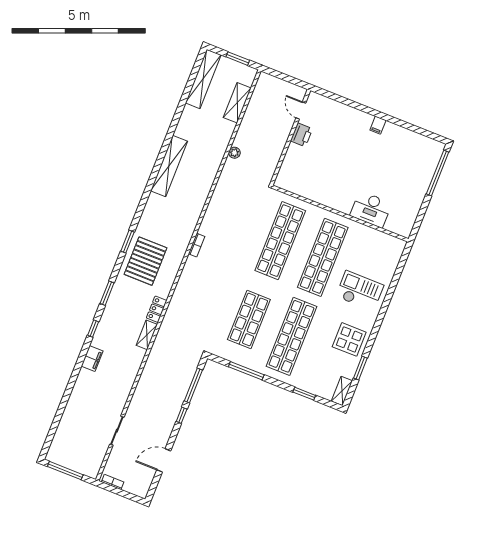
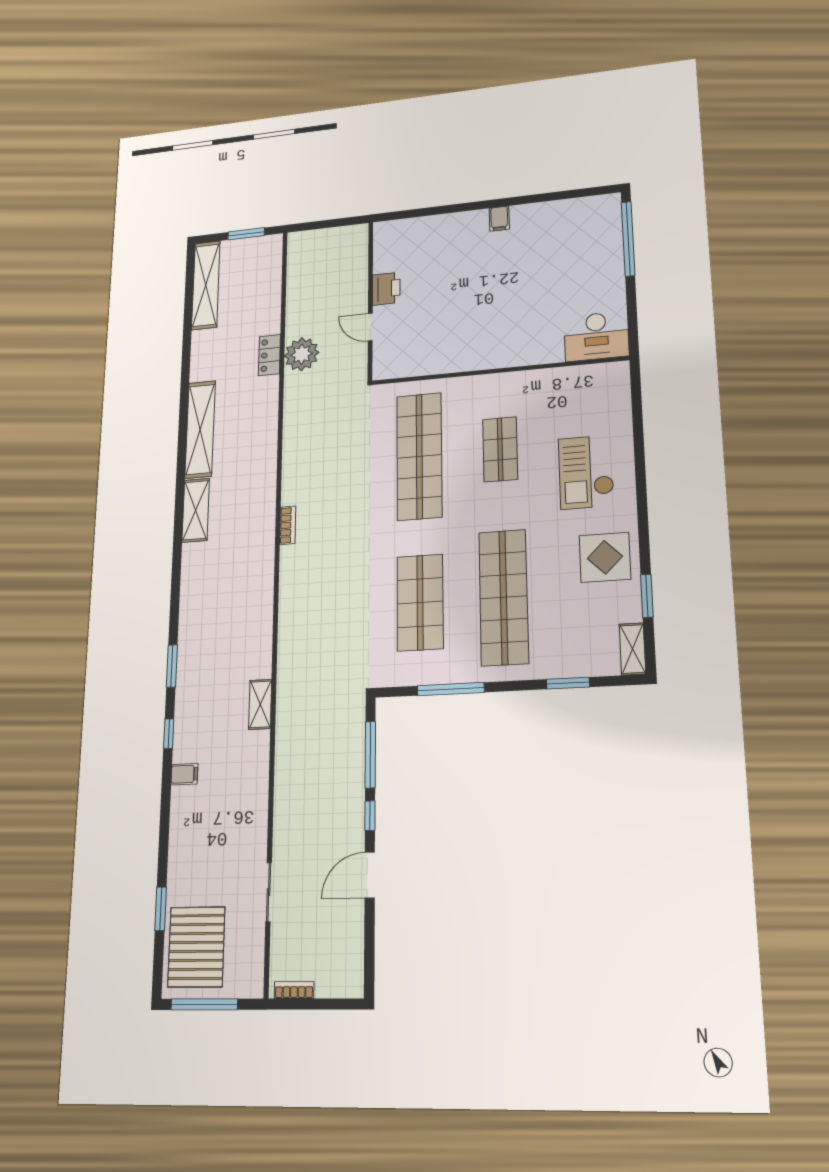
shelving: (237, 103) -> (196, 510), moved
door: (301, 110) -> (370, 327), moved
plant: (234, 153) -> (302, 354), width x1.87, depth x1.87
desk: (371, 209) -> (596, 336), moved
window: (127, 242) -> (161, 909), moved
shop shelf: (323, 257) -> (500, 449), width x0.50, depth x0.74
pallet: (146, 261) -> (196, 947), moved
checkout: (360, 291) -> (586, 472), turned -90
locker: (157, 309) -> (269, 355), moved
filing cabinet: (92, 358) -> (184, 774), width x0.50
door: (164, 460) -> (370, 875), moved

